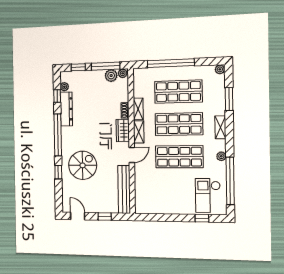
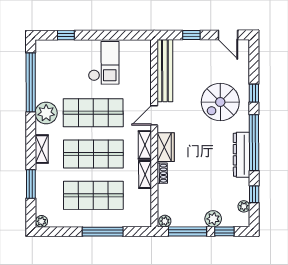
window: (171, 63) -> (103, 232), width x0.68
plant: (111, 76) -> (213, 219), moved
dresser: (66, 109) -> (242, 155), moved
plant: (221, 156) -> (46, 113), width x1.88, depth x1.88
checkout: (208, 195) -> (104, 63), moved

